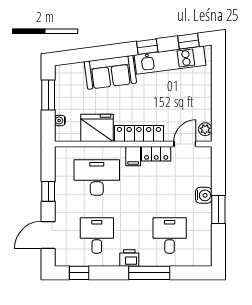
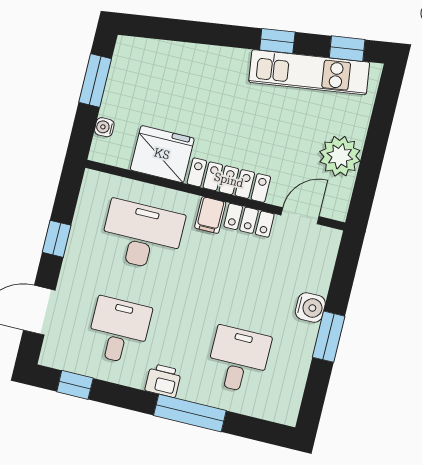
sofa: (110, 72) -> (206, 68), removed
plant: (205, 129) -> (340, 156), moved, width x1.88, depth x1.88

